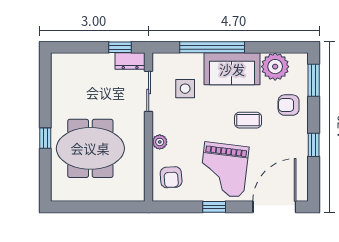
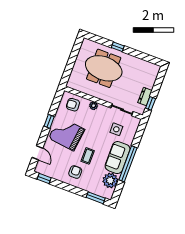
window: (212, 47) -> (128, 164), moved
dresser: (130, 61) -> (145, 96), moved
armchair: (289, 105) -> (75, 172), moved
window: (314, 145) -> (44, 179), moved
meeting table: (90, 148) -> (104, 68), turned 90
door: (274, 207) -> (37, 153), width x0.53

